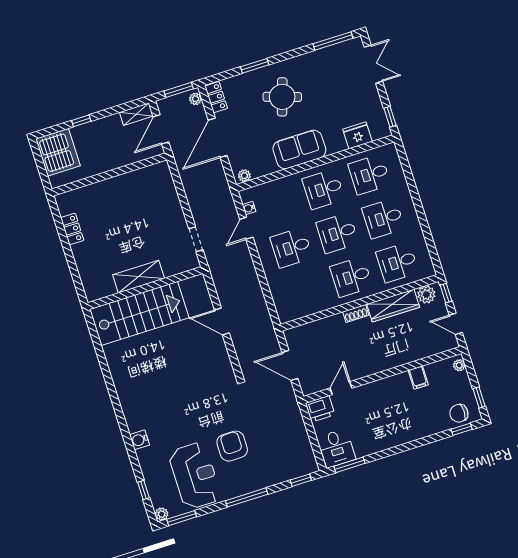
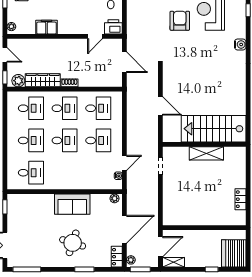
fridge: (358, 135) -> (31, 201), removed
desk: (323, 189) -> (98, 108), moved
filing cabinet: (418, 378) -> (47, 27), width x2.00
armchair: (232, 446) -> (180, 21), turned 180

